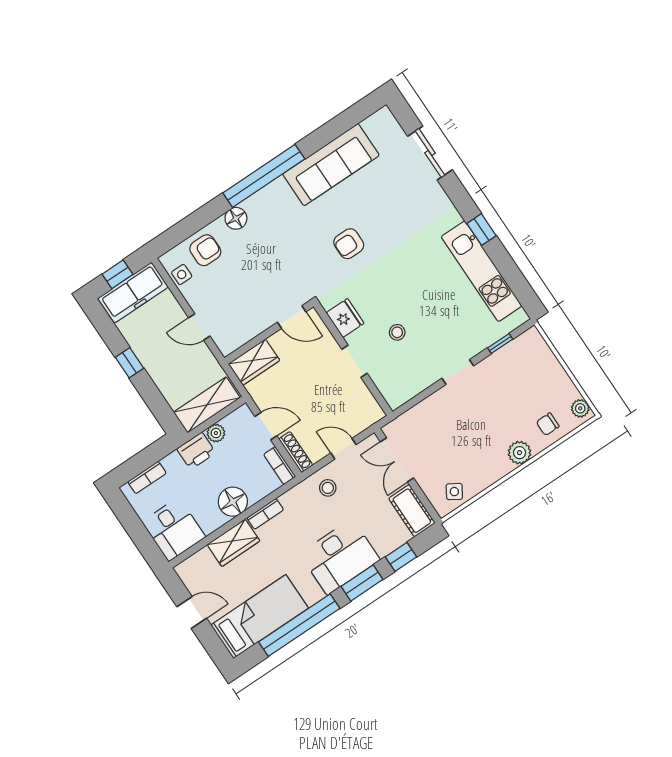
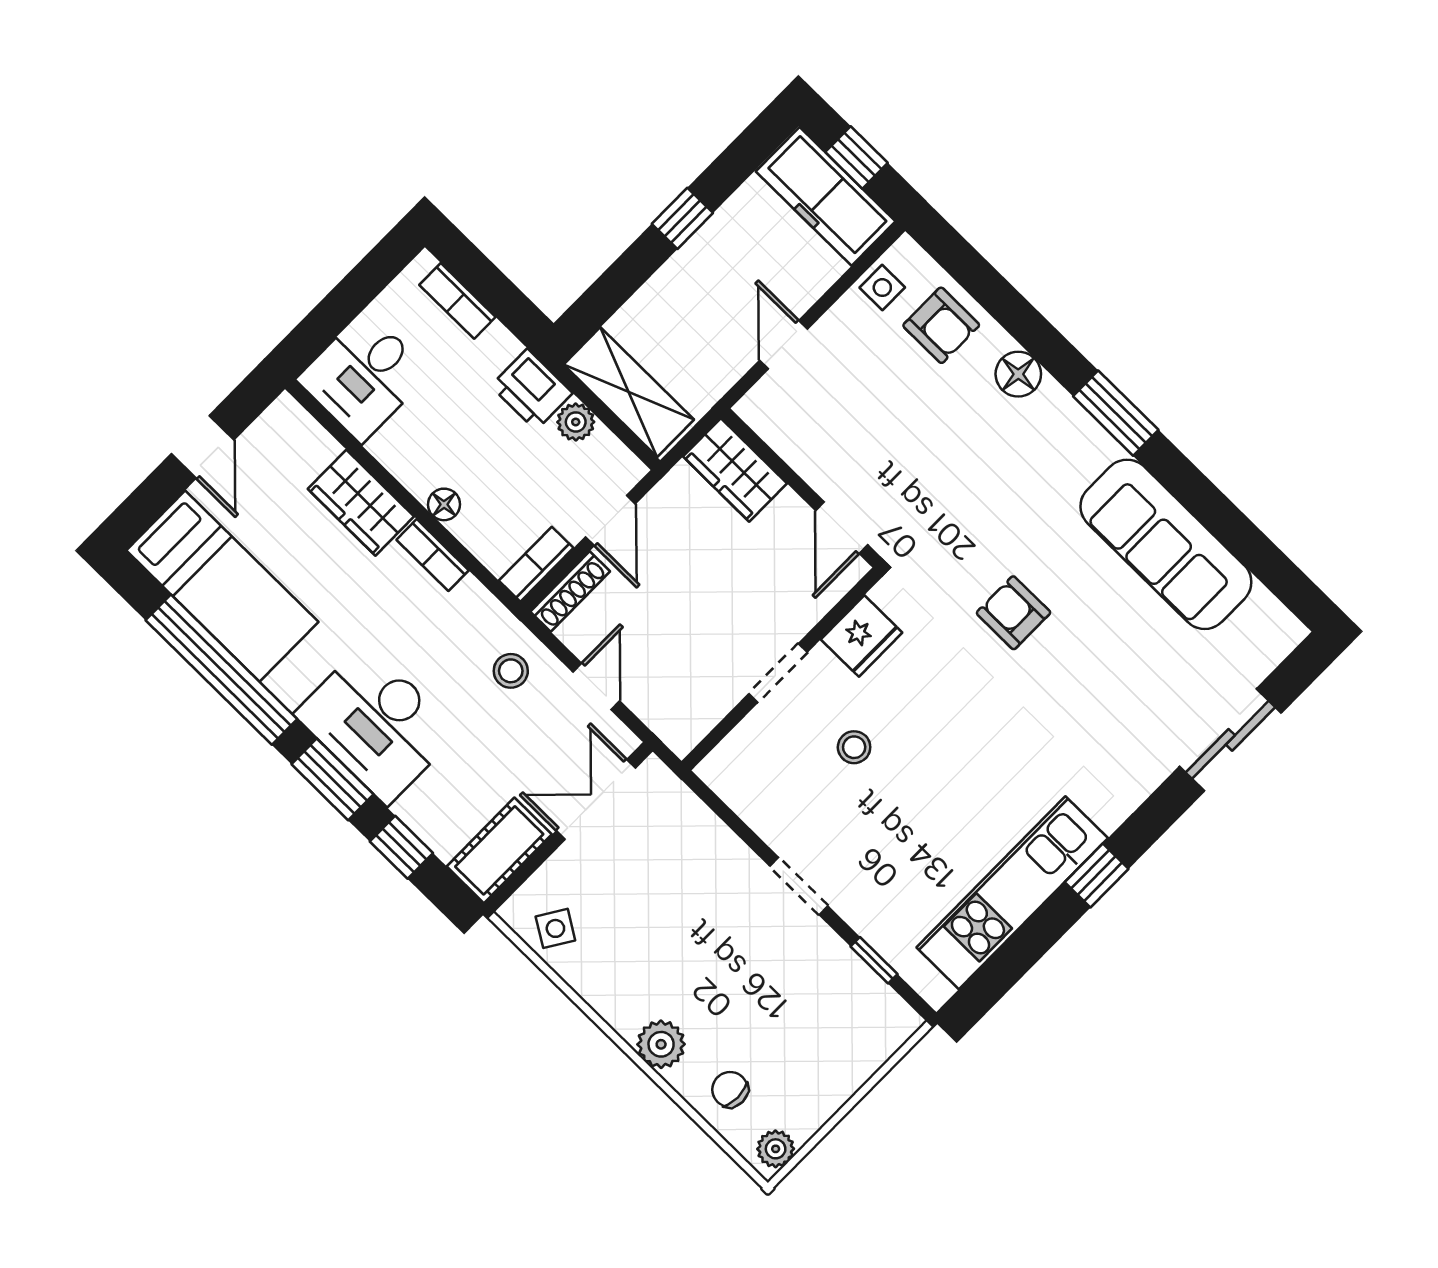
window: (264, 176) -> (1116, 413), width x0.47
floor lamp: (233, 502) -> (444, 504), width x0.53, depth x0.53

